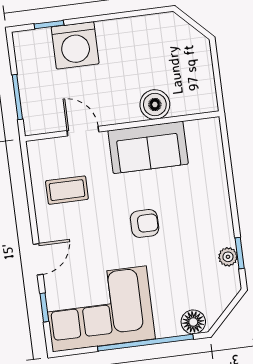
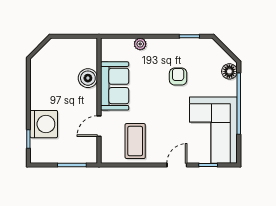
coffee table: (67, 190) -> (135, 141), width x1.36, depth x1.30
armchair: (145, 223) -> (178, 77), moved
plant: (228, 257) -> (140, 44), moved
door: (38, 259) -> (177, 165), hinge flipped

